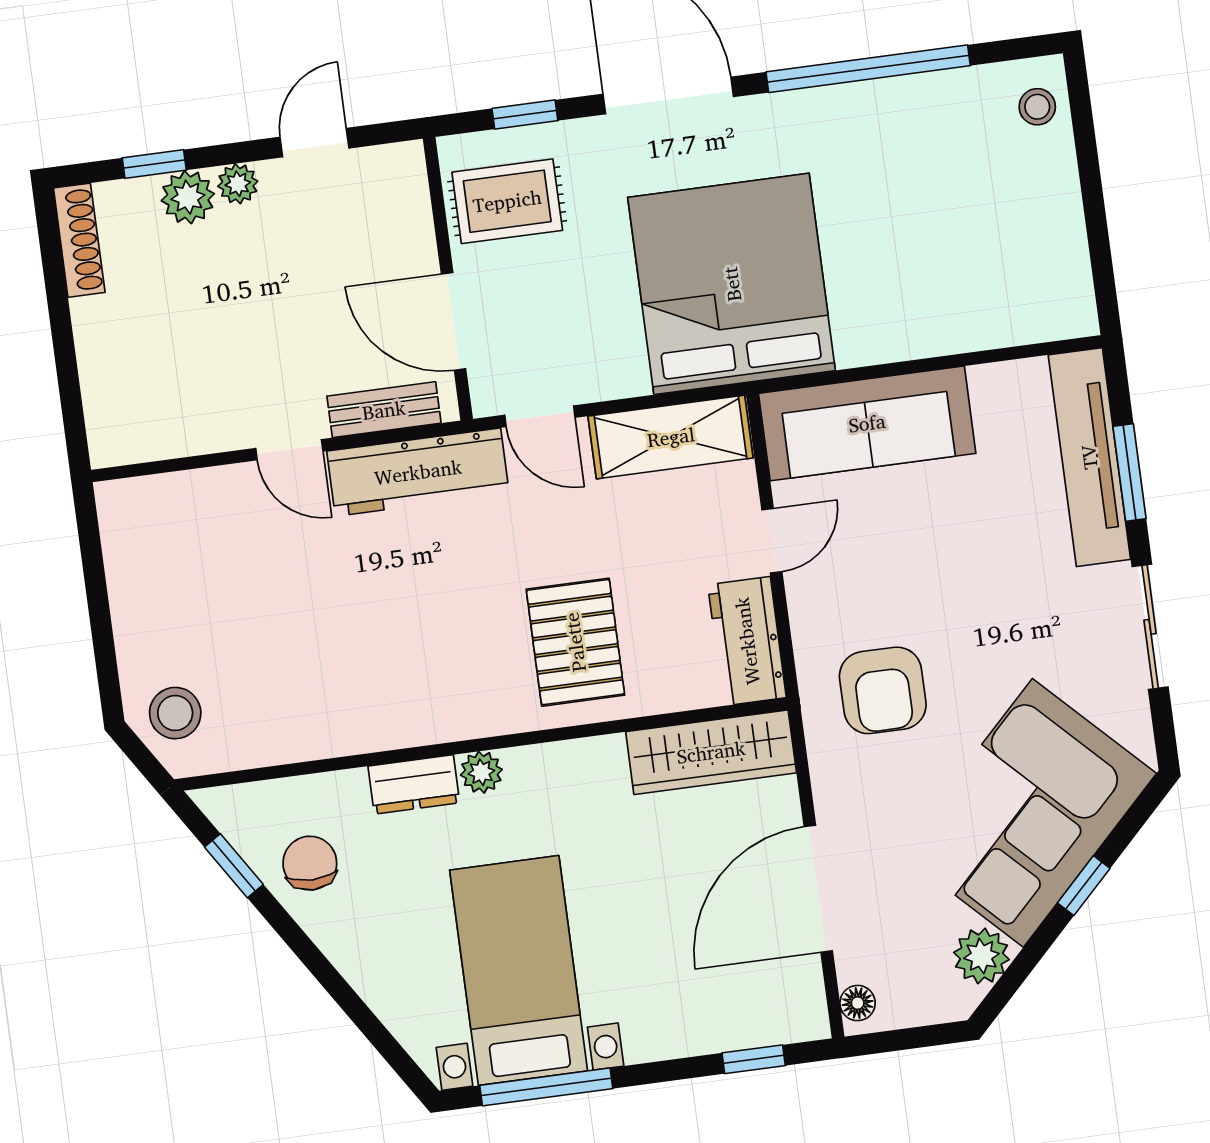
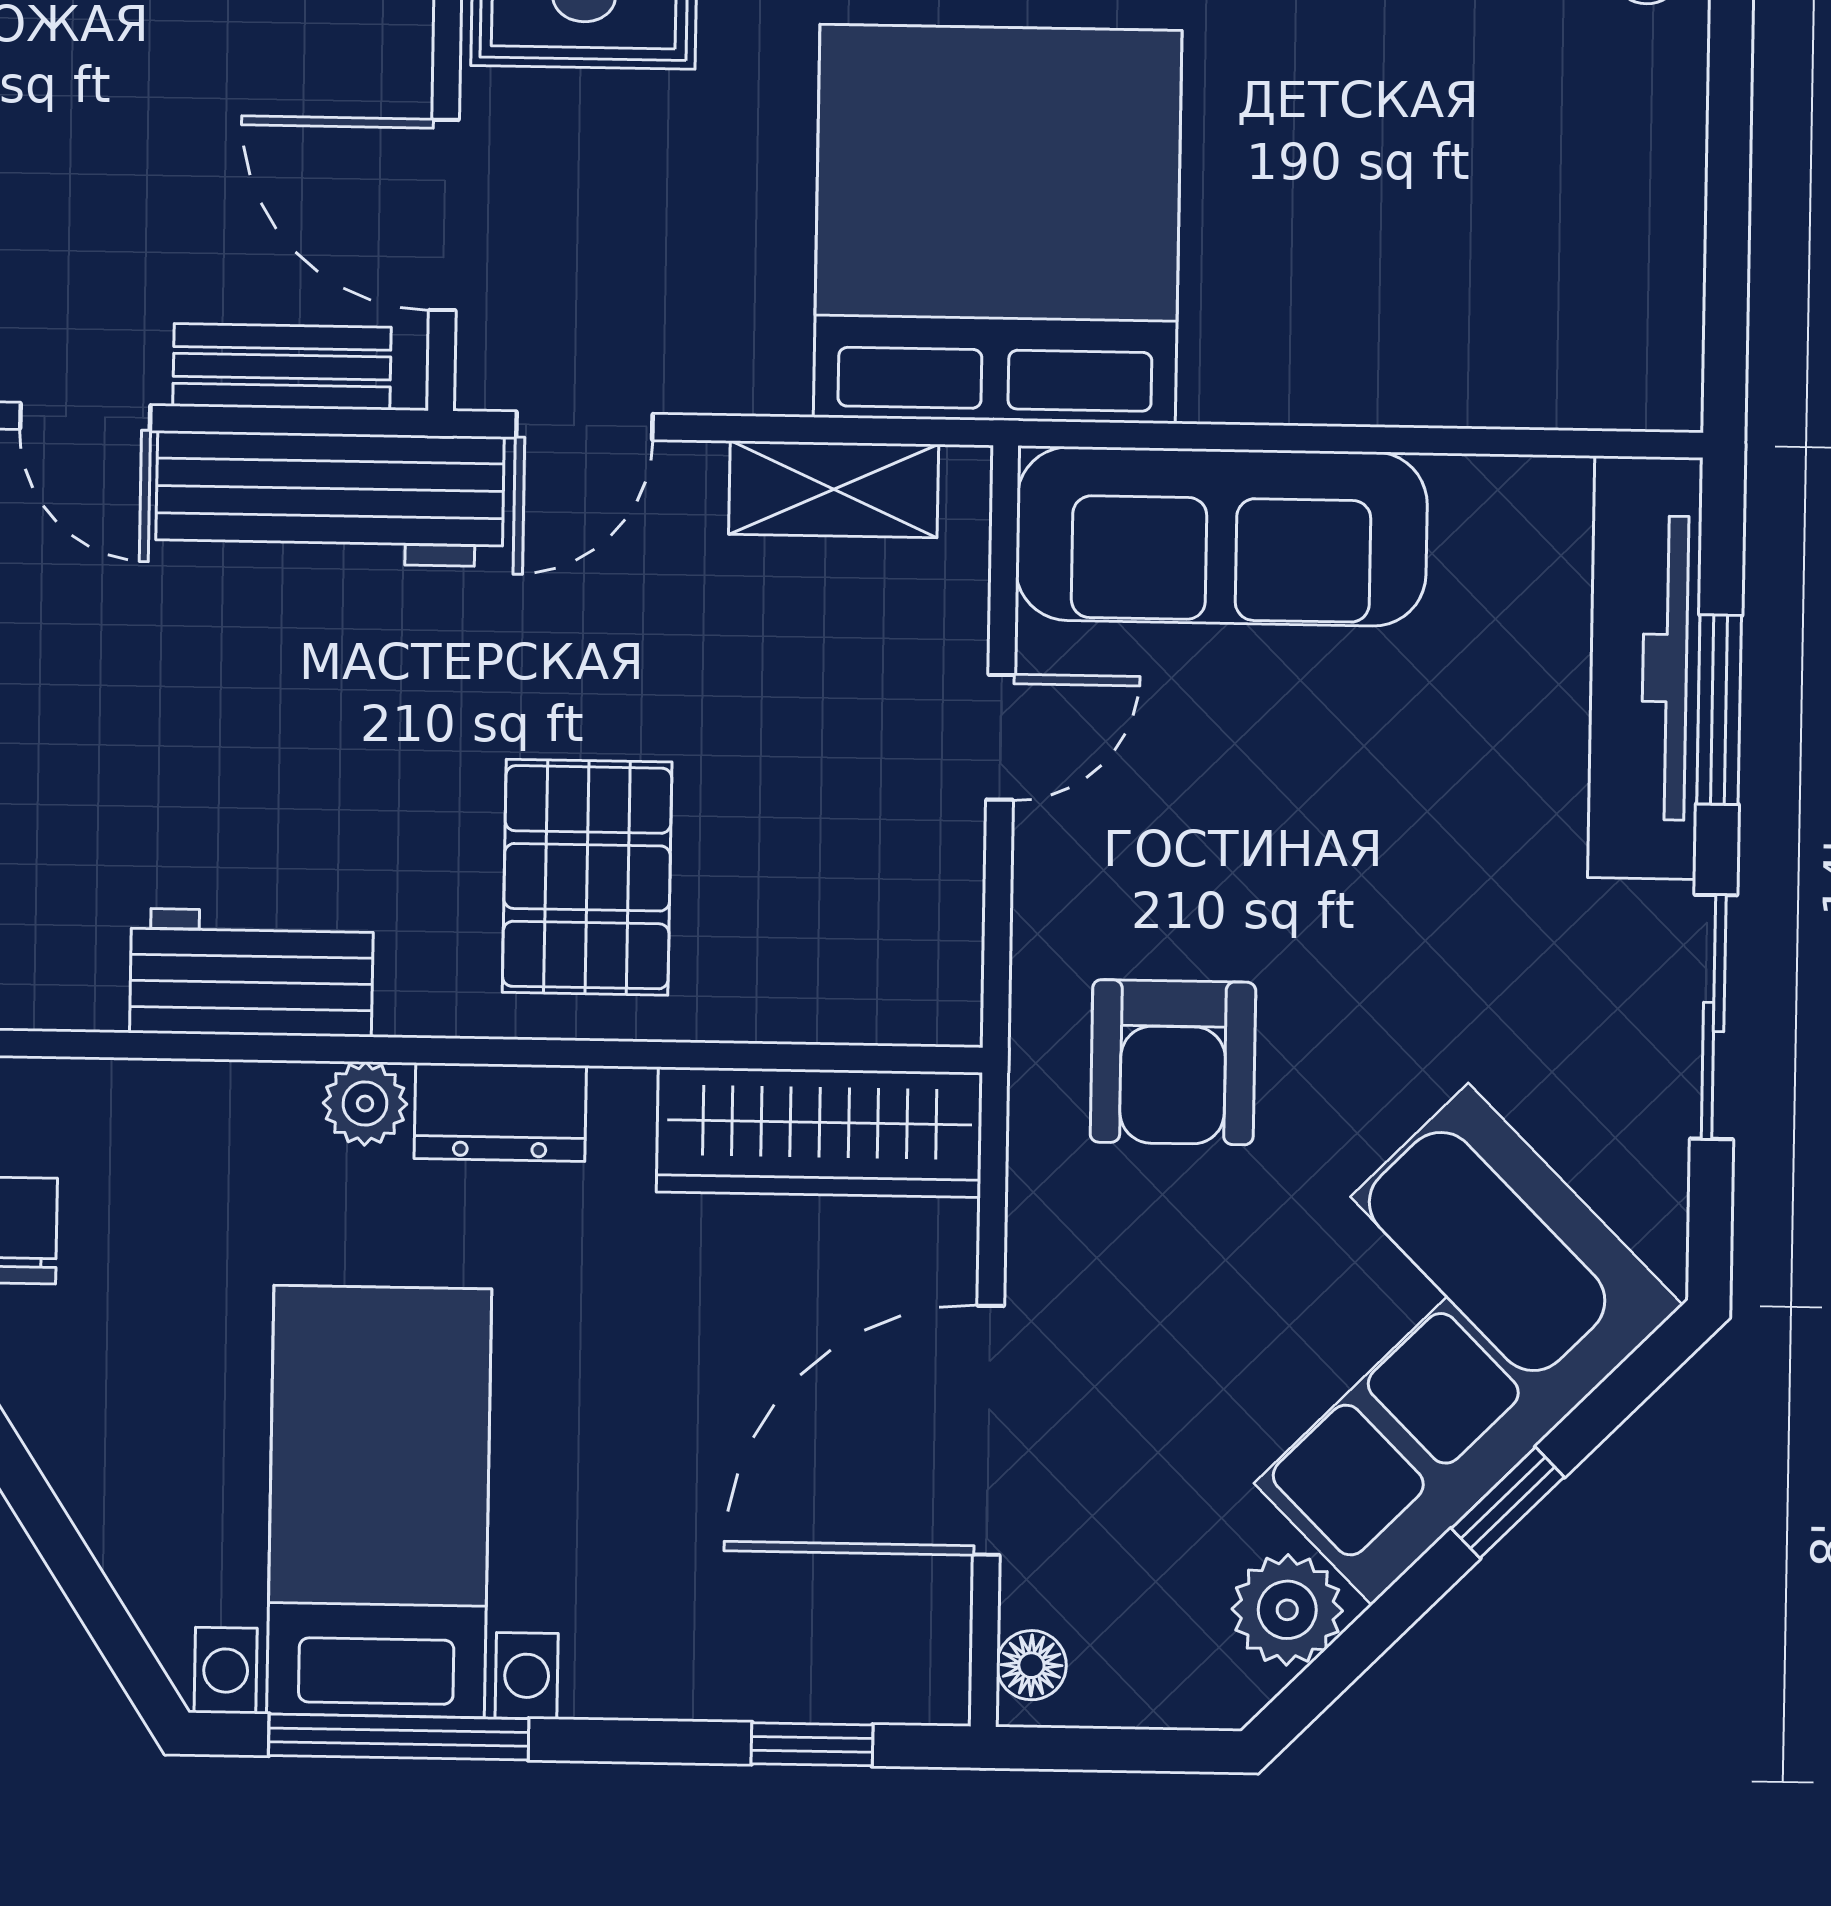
door: (540, 416) -> (584, 426), hinge flipped
shelving: (671, 437) -> (834, 489), width x0.67, depth x0.75
workbench: (747, 641) -> (252, 973), moved, turned 90
dresser: (414, 784) -> (500, 1112), moved

